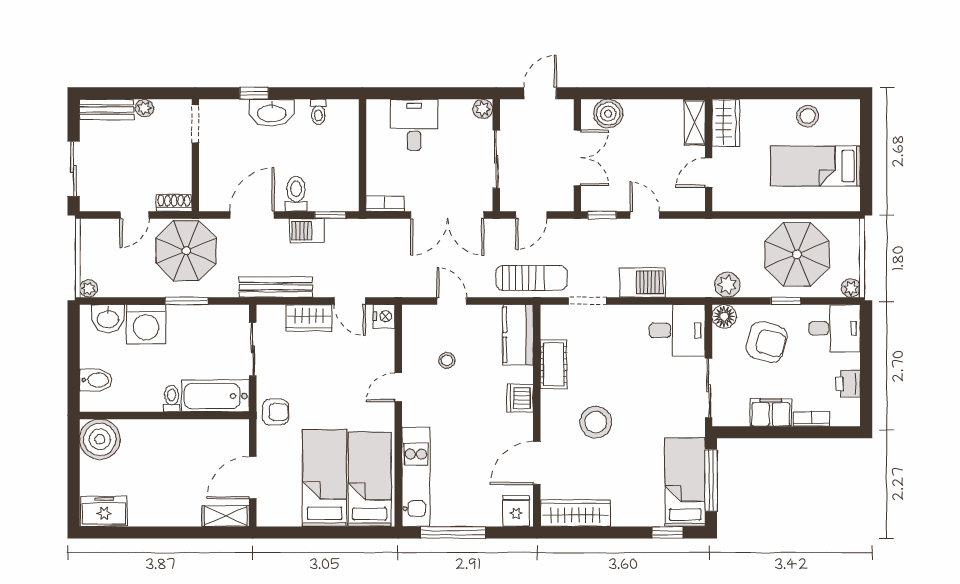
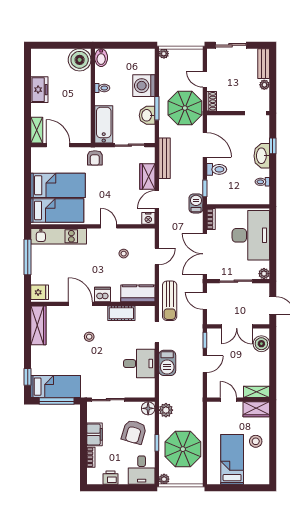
stool: (808, 116) -> (256, 441), moved
desk: (414, 125) -> (251, 235), width x1.87, depth x1.30
barbecue: (307, 231) -> (196, 203), moved
washbasin: (108, 318) -> (147, 115), moved
desk: (677, 330) -> (139, 364), moved, turned -90
bidet: (96, 380) -> (101, 58), moved
toilet: (172, 399) -> (102, 88), moved
stool: (596, 422) -> (89, 337), width x0.53, depth x0.53
door: (537, 463) -> (80, 304), moved
freezer: (104, 511) -> (39, 90), moved

